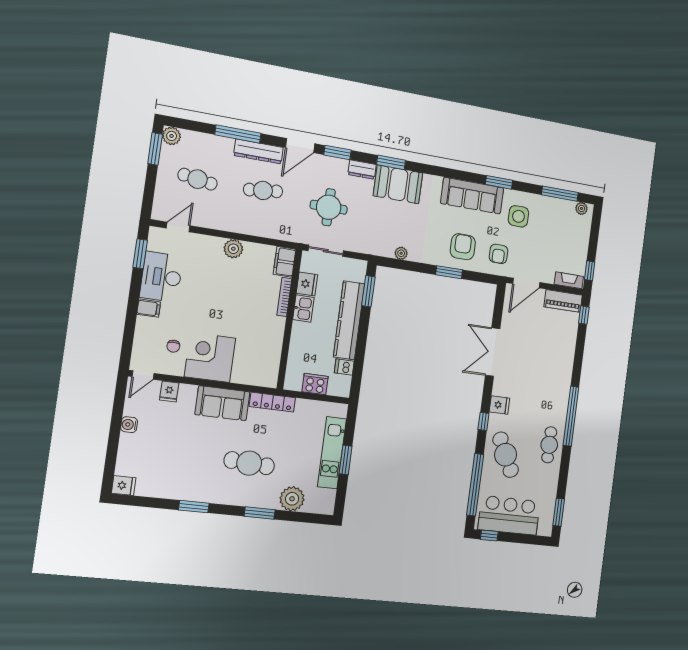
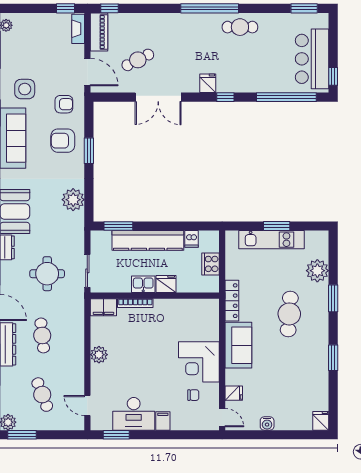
cafe table: (198, 179) -> (42, 395), turned -30
plant: (401, 253) -> (73, 200), width x1.87, depth x1.87
fridge: (307, 284) -> (166, 284), moved
cafe table: (506, 455) -> (138, 60), moved, width x0.73, depth x0.74

